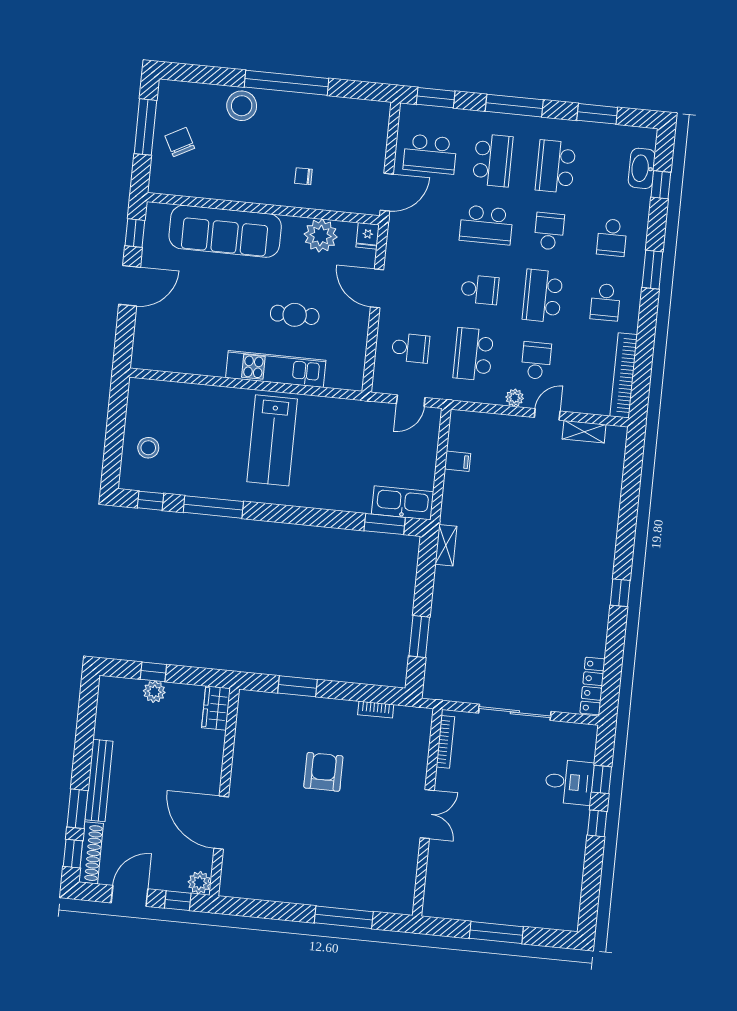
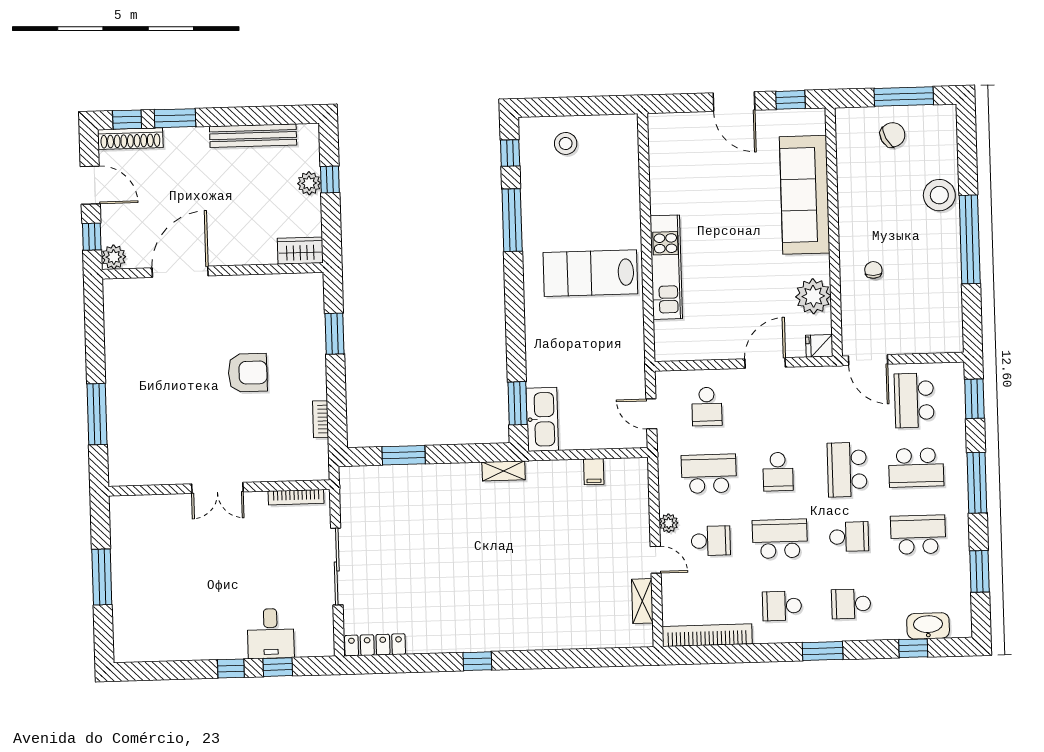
cafe table: (295, 315) -> (726, 280), removed
bench: (99, 781) -> (253, 136), moved

